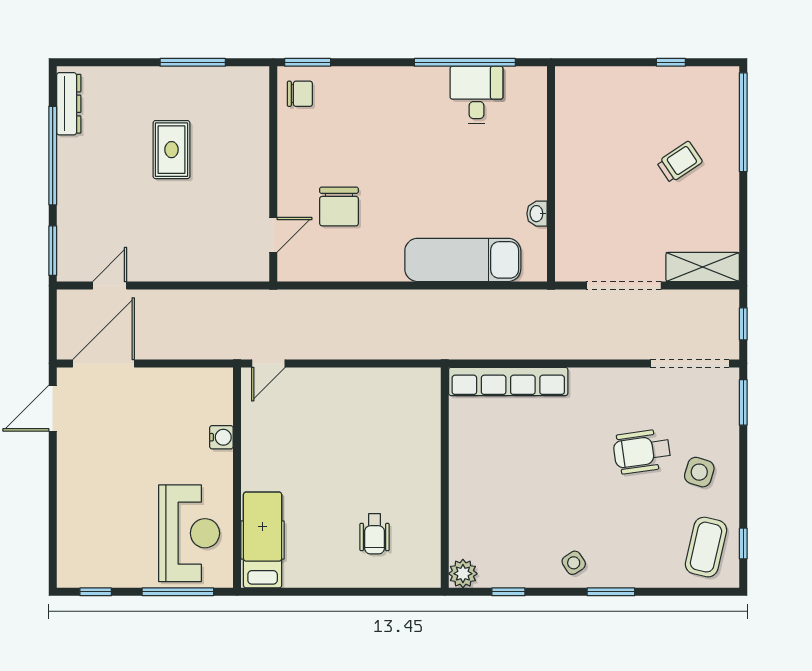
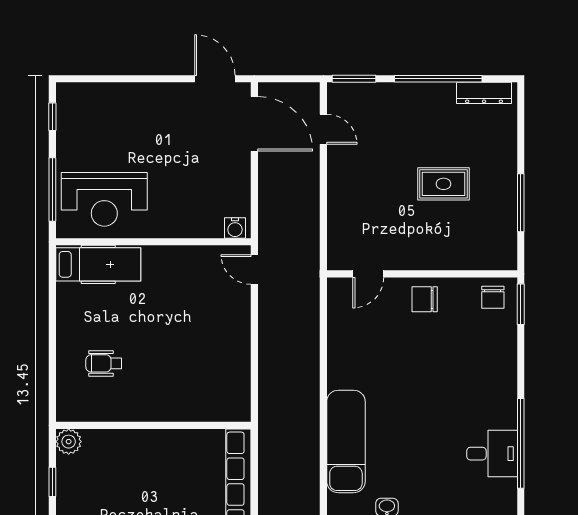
chair: (339, 206) -> (425, 299), moved, width x0.73, depth x0.73
door: (273, 235) -> (368, 274), hinge flipped
water cooler: (221, 437) -> (235, 228), moved

